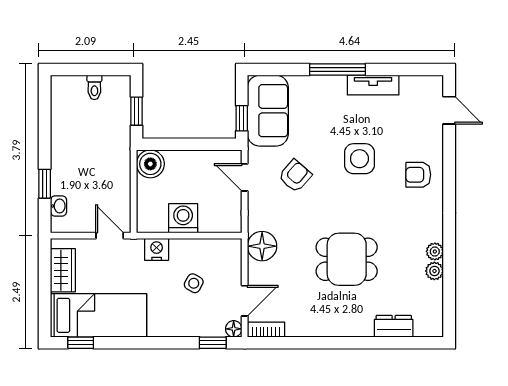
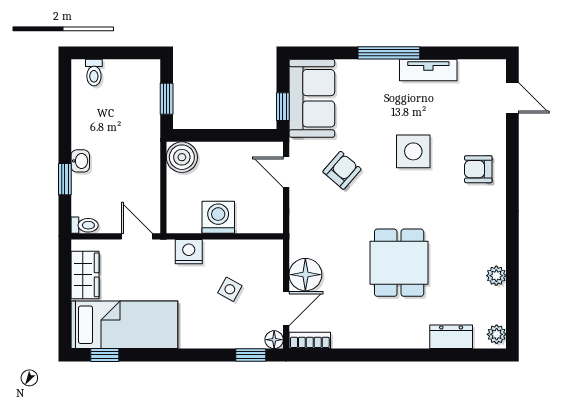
toilet: (94, 87) -> (94, 73), moved
washbasin: (58, 206) -> (80, 161), moved
toilet: (62, 225) -> (85, 225), added
floor lamp: (262, 246) -> (305, 275), moved
plant: (435, 251) -> (497, 334), moved
dining table: (347, 259) -> (399, 263), turned 90

